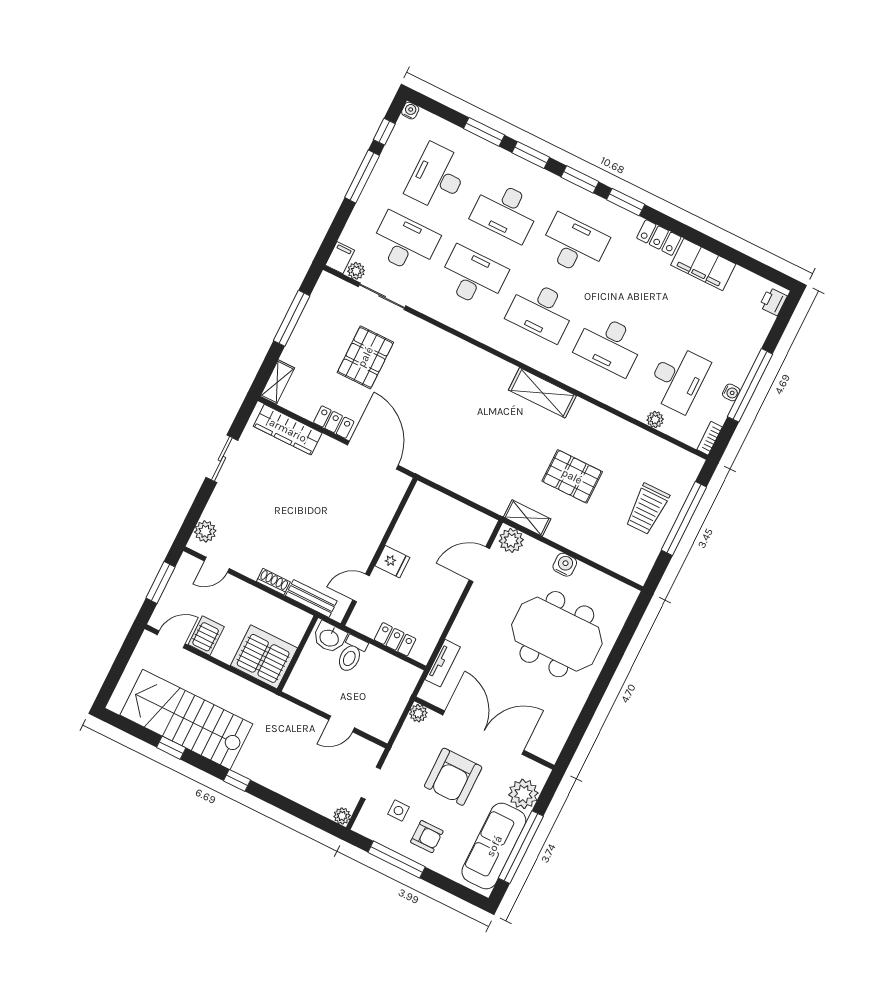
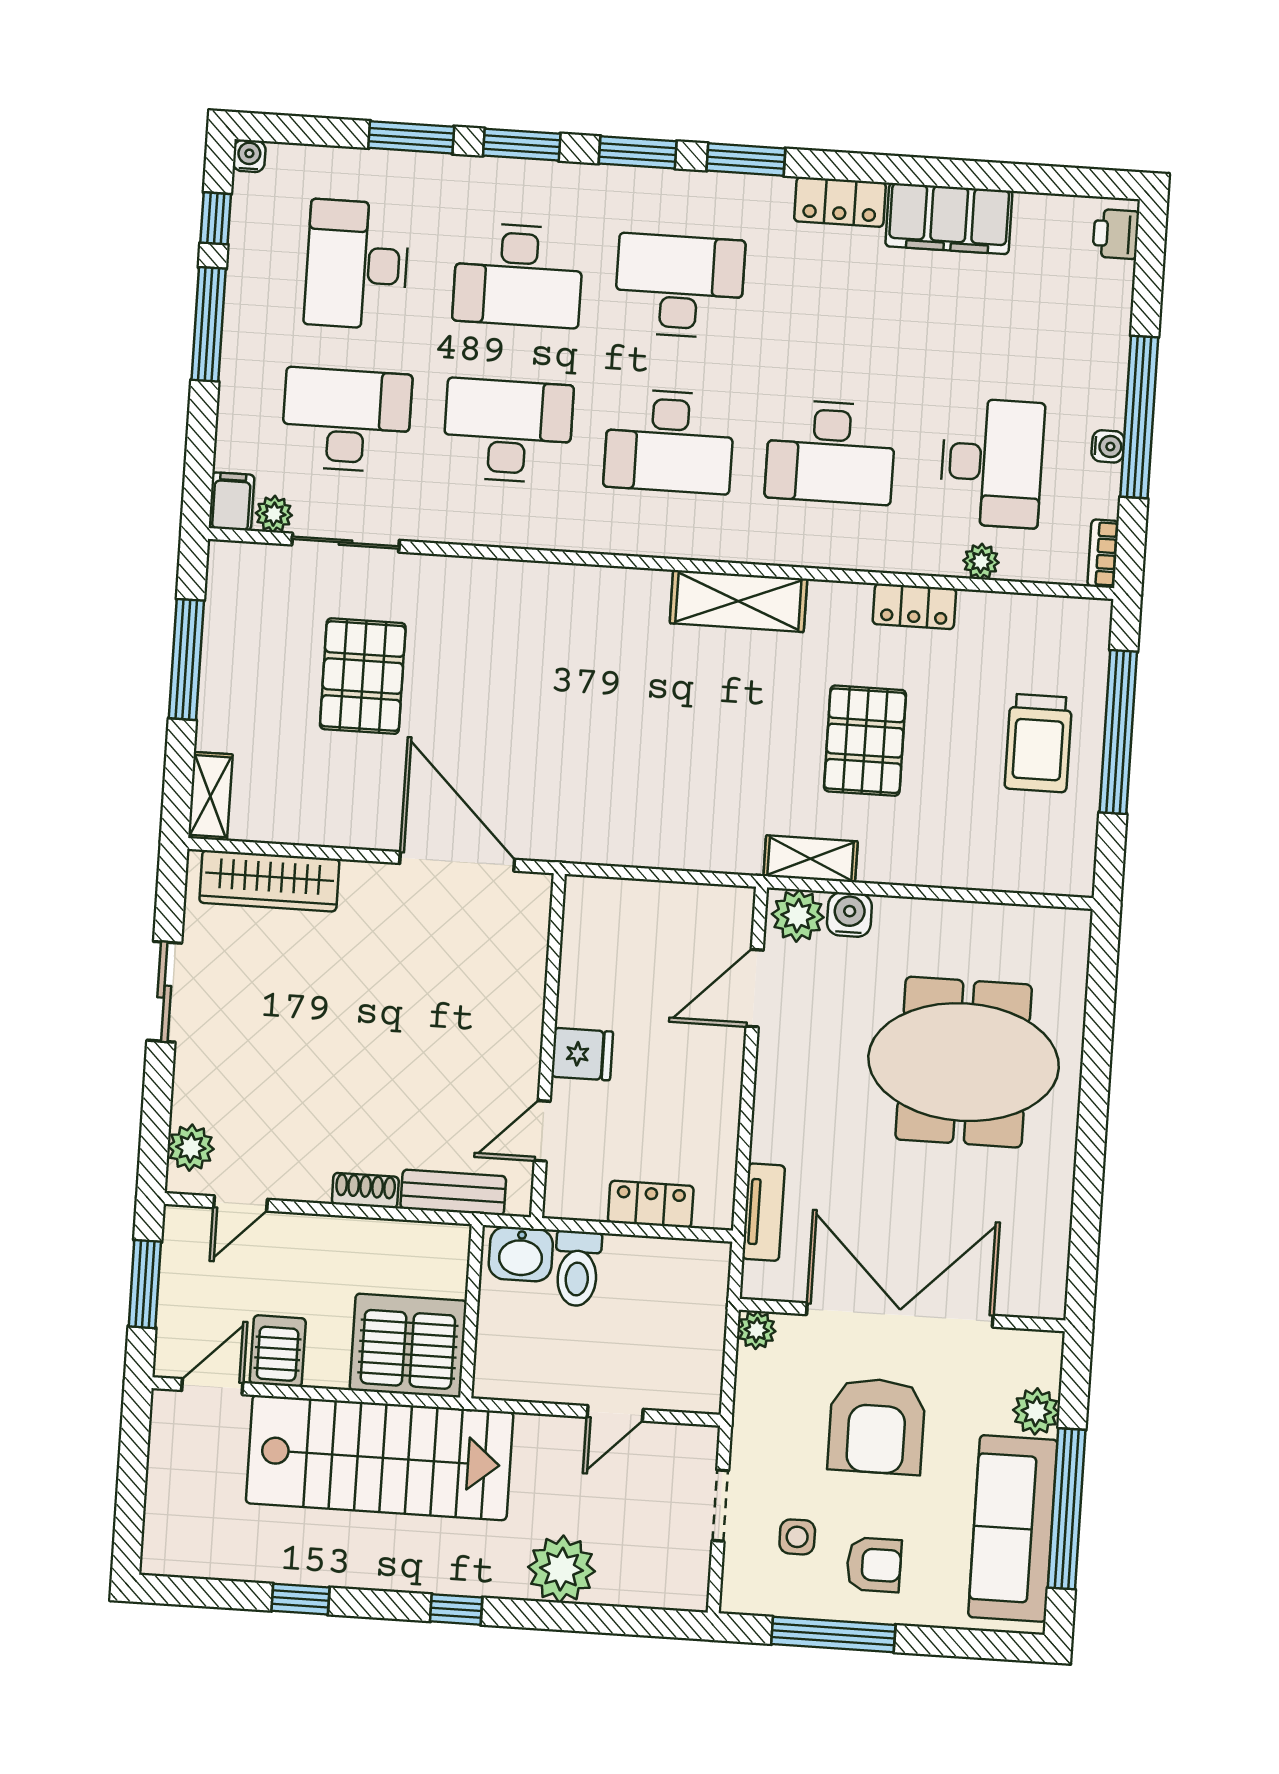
locker: (334, 422) -> (914, 606), moved, turned 180
pallet: (572, 476) -> (865, 741), turned 90
water cooler: (565, 565) -> (849, 915), moved
stairs: (186, 719) -> (380, 1458), moved, turned 180
plant: (523, 794) -> (1036, 1411), width x0.73, depth x0.73
plant: (342, 816) -> (562, 1569), moved, width x1.88, depth x1.88

